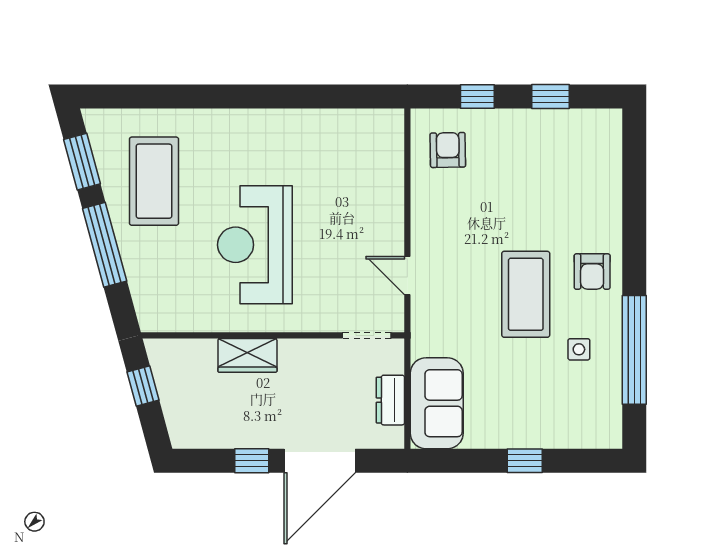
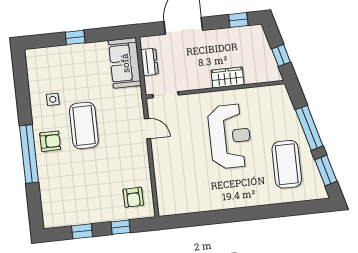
armchair: (592, 272) -> (50, 141), turned 90
window: (634, 350) -> (29, 154), moved
window: (252, 461) -> (238, 20), moved

